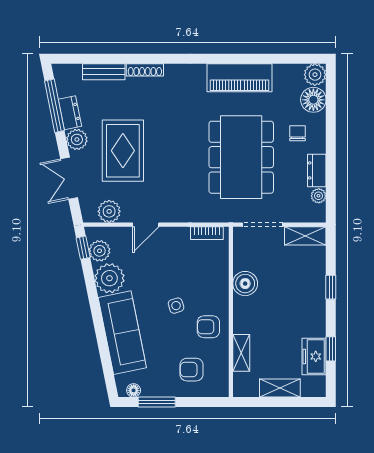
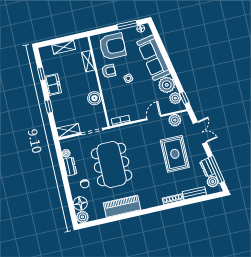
plant: (77, 139) -> (213, 182), moved
freezer: (314, 356) -> (53, 85), moved
armchair: (191, 370) -> (113, 46), width x1.88, depth x1.88

